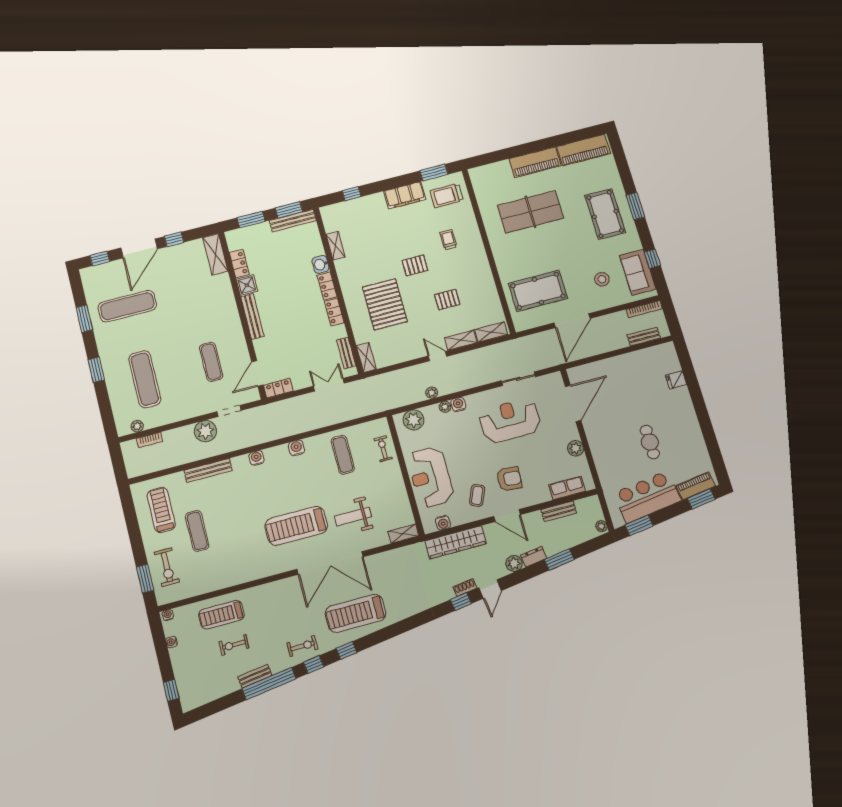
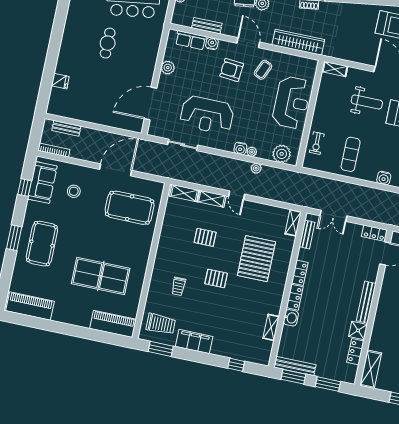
piano: (535, 162) -> (113, 324), moved
water cooler: (443, 523) -> (212, 43), moved

